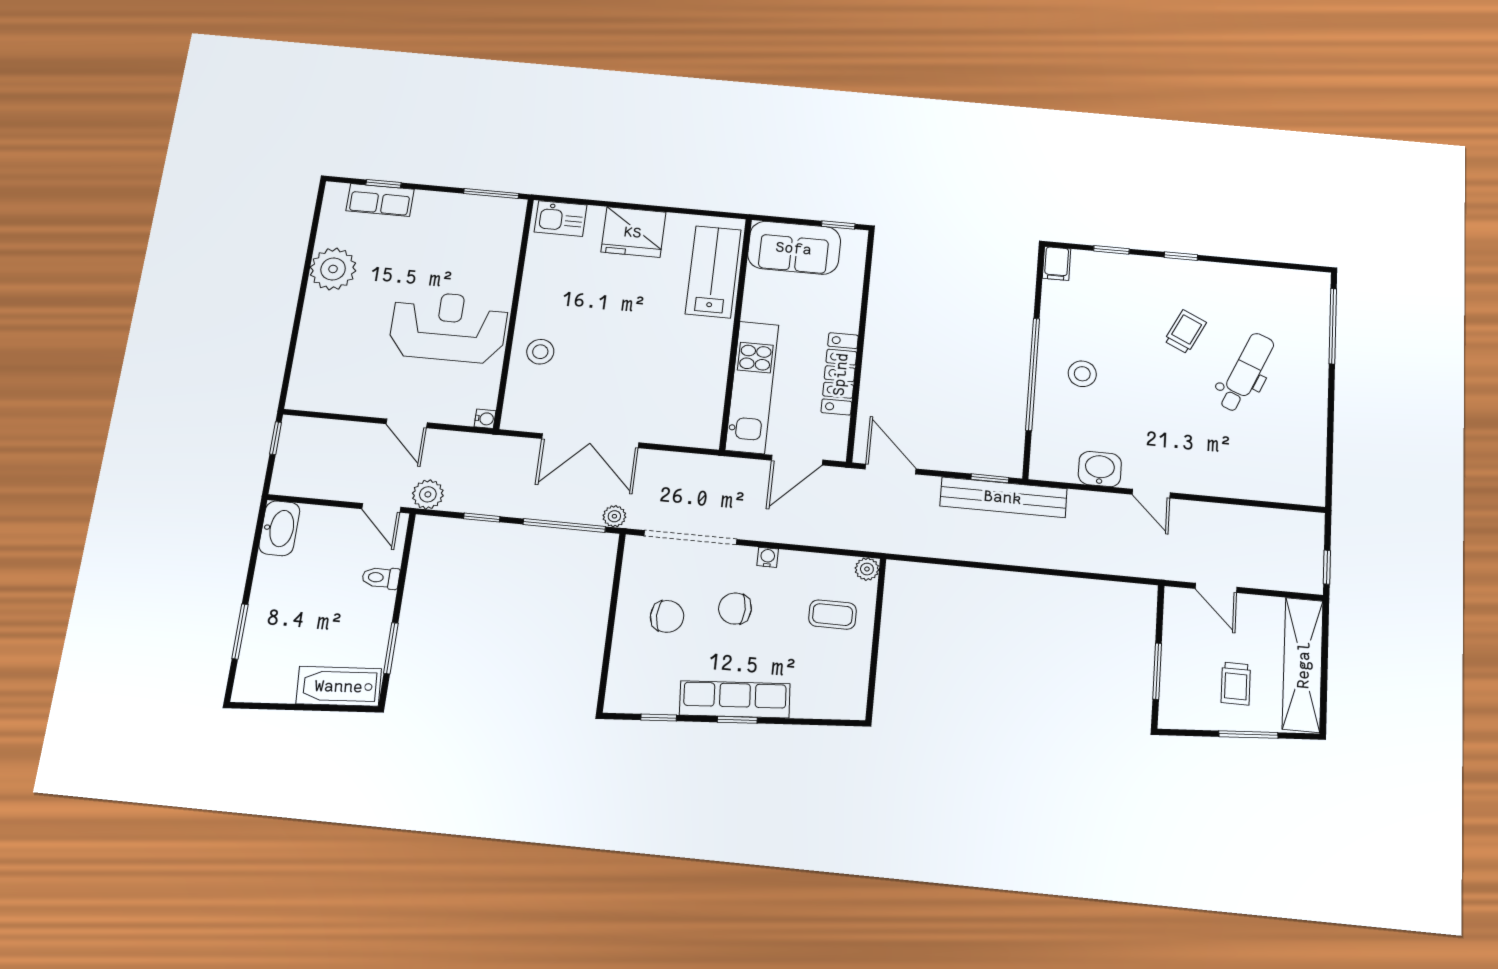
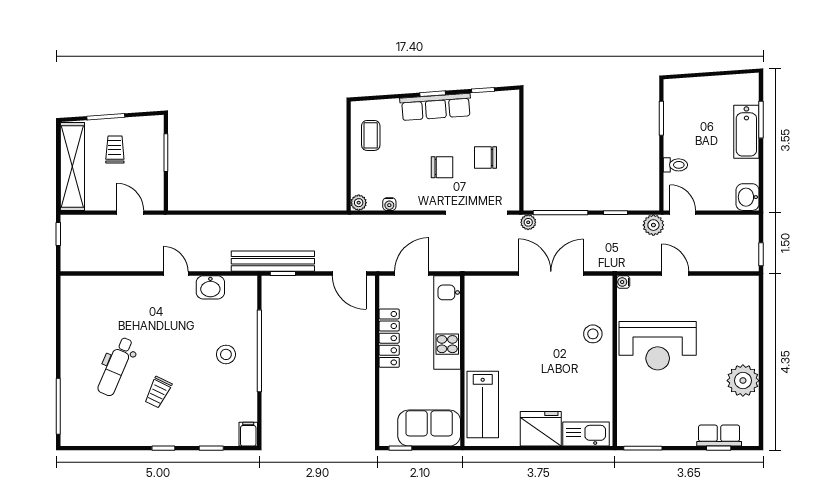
kitchen sink: (561, 219) -> (586, 434), width x1.38
washbasin: (279, 528) -> (748, 197), width x0.72
water cooler: (768, 557) -> (389, 204), moved
coffee table: (833, 615) -> (371, 135), moved, turned 90
bathtub: (339, 686) -> (746, 132), moved, turned 94

